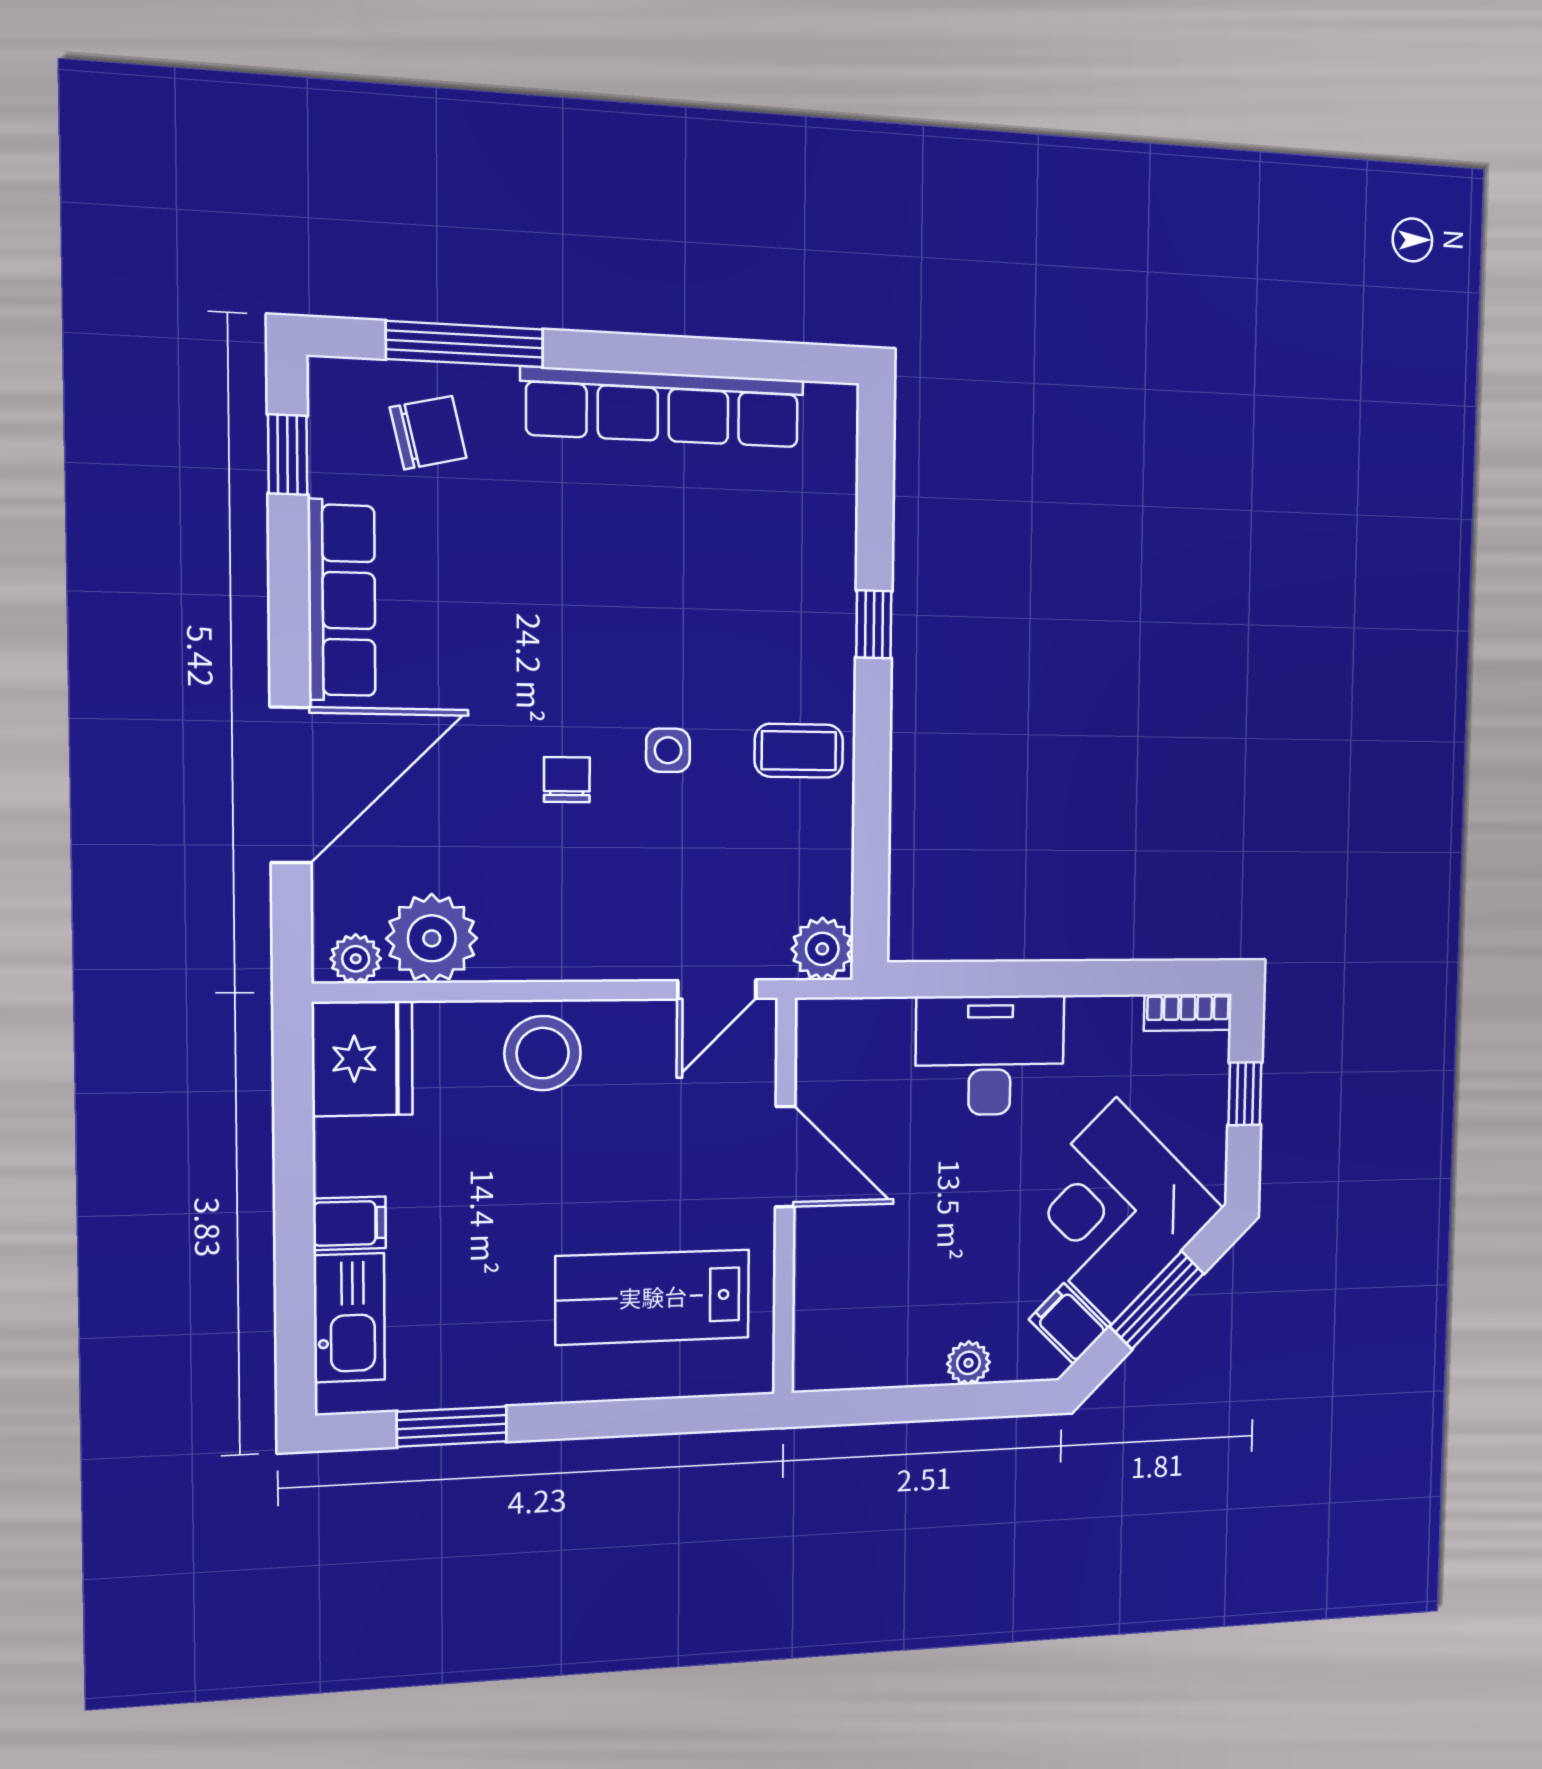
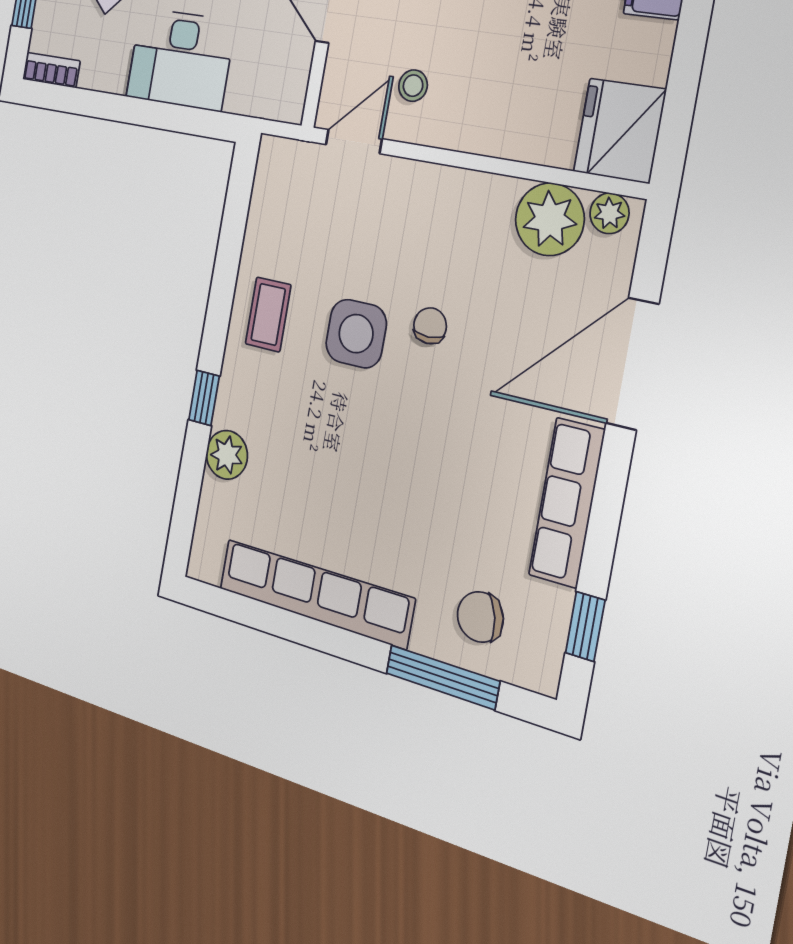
side table: (668, 750) -> (356, 334), width x1.87, depth x1.87
coffee table: (799, 751) -> (268, 314), turned 90
chair: (567, 780) -> (430, 326), turned 180
plant: (822, 949) -> (227, 455), moved
stool: (543, 1053) -> (413, 86), moved, width x0.53, depth x0.53

